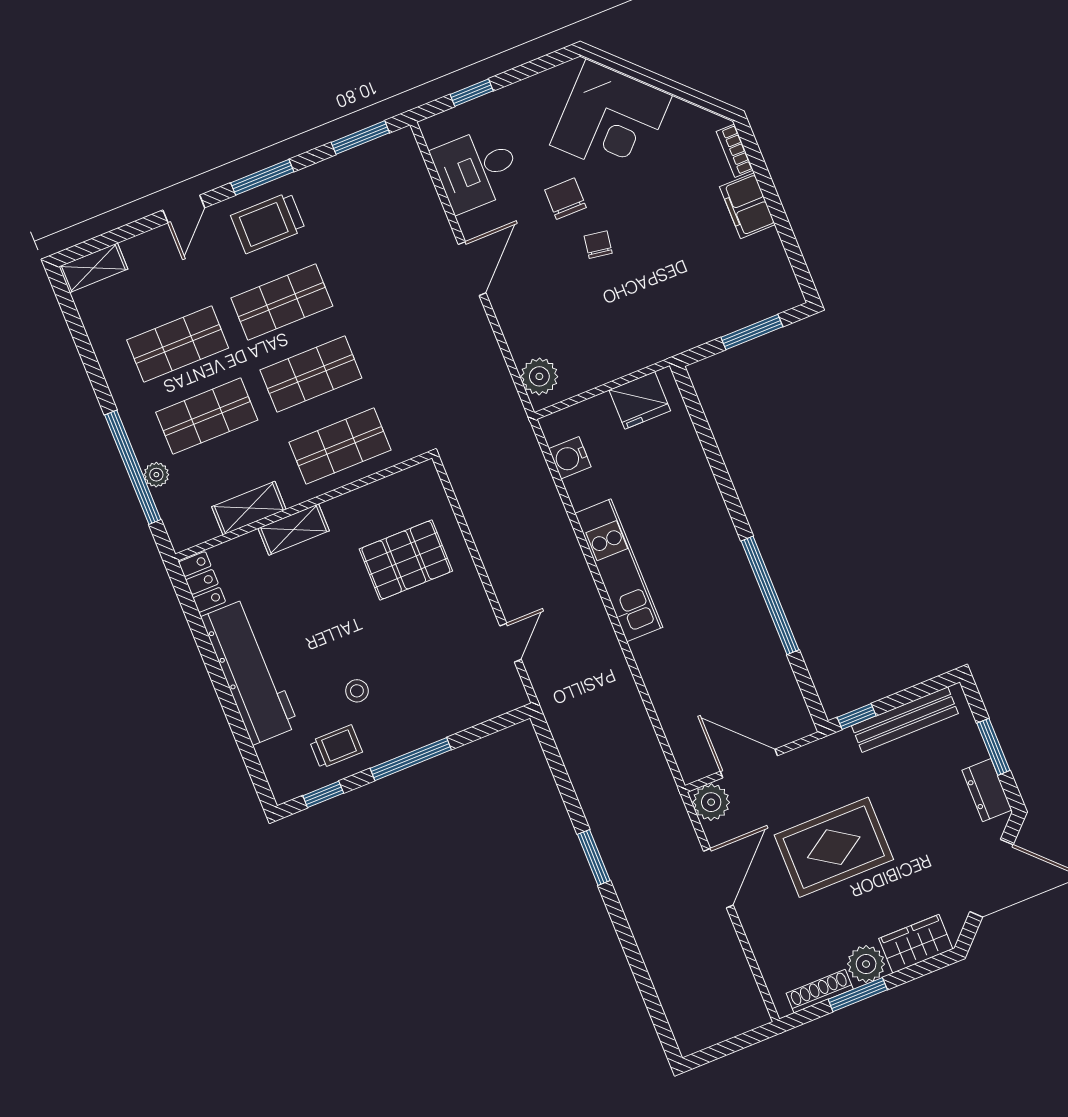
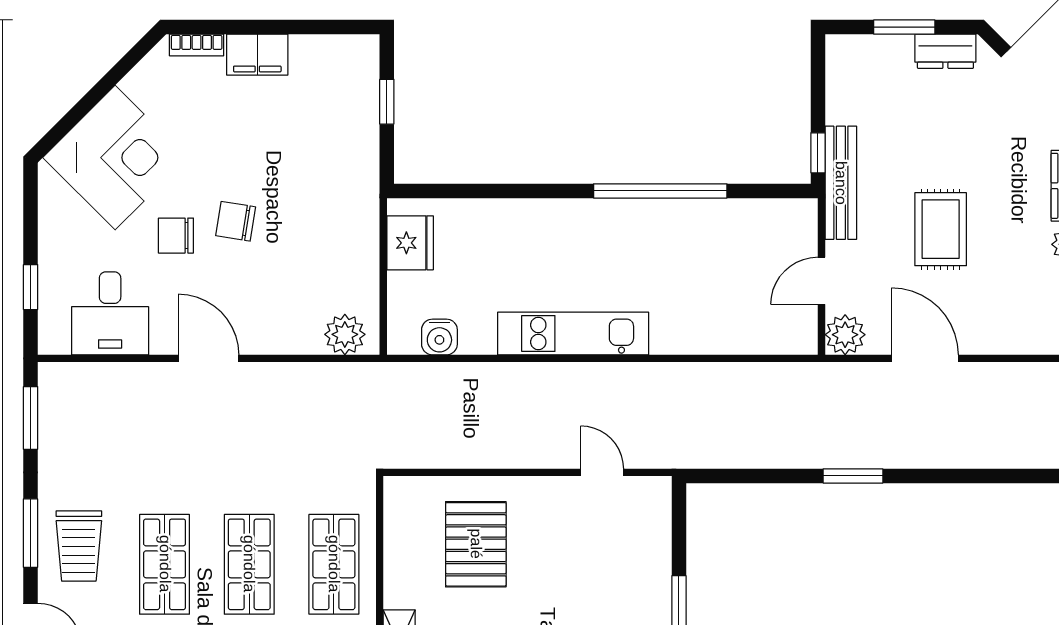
chair: (598, 245) -> (236, 221), width x1.37, depth x1.37
window: (752, 332) -> (387, 102), width x0.67
bench: (905, 720) -> (841, 183), moved
door: (749, 763) -> (821, 281), width x0.73
rug: (834, 847) -> (941, 229), width x0.73, depth x0.70

